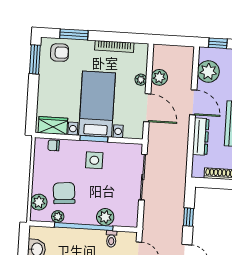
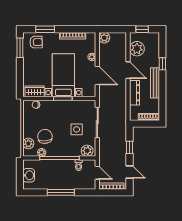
plant: (159, 77) -> (104, 38), moved
side table: (94, 160) -> (77, 129), moved
plant: (105, 217) -> (87, 151), moved

